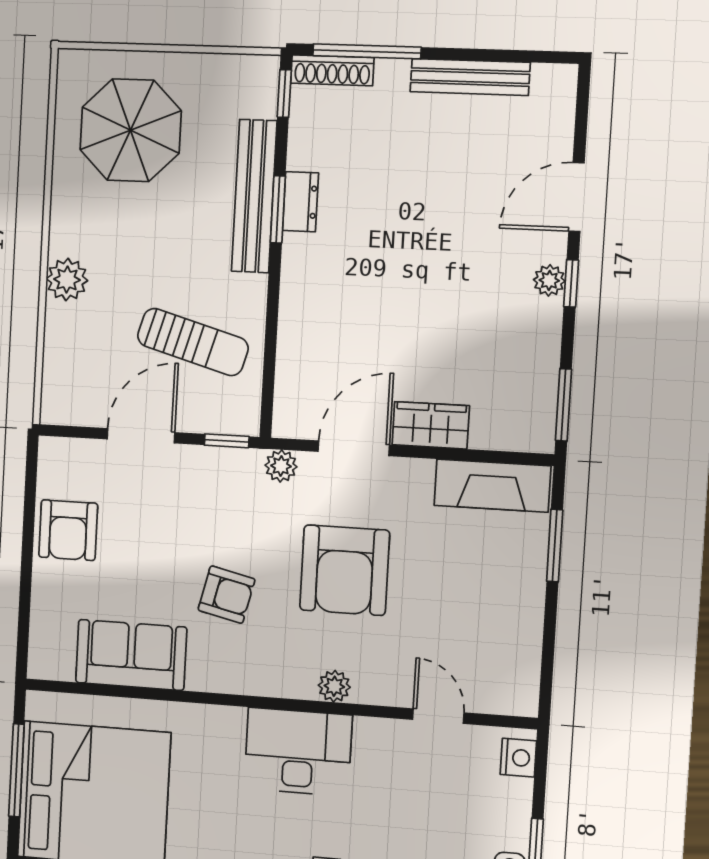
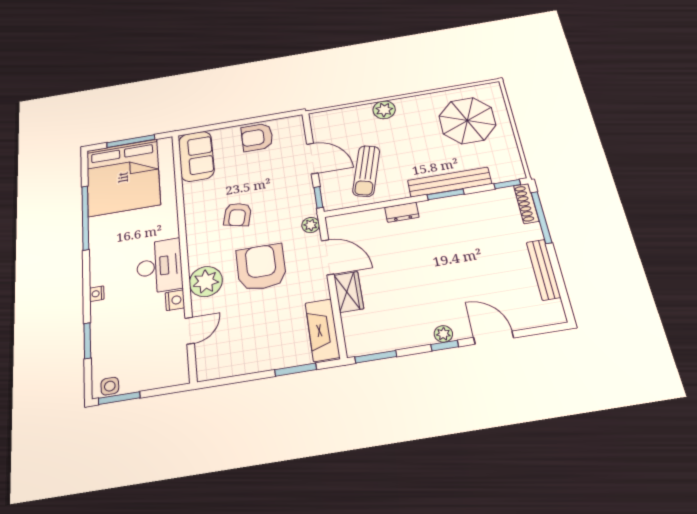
dresser: (300, 202) -> (402, 212), moved
armchair: (345, 570) -> (261, 267), turned 90
sofa: (131, 655) -> (196, 156), moved
plant: (334, 686) -> (206, 281), width x1.87, depth x1.87
nightstand: (518, 758) -> (175, 300), moved, turned -90

